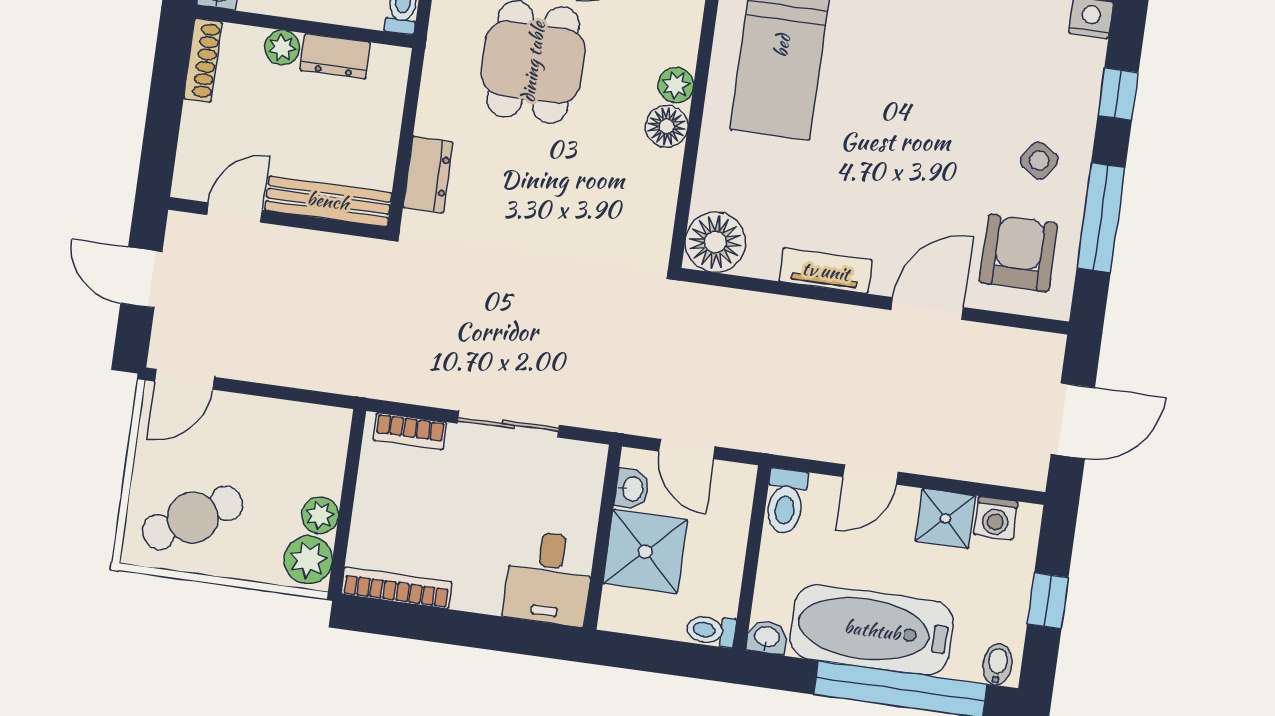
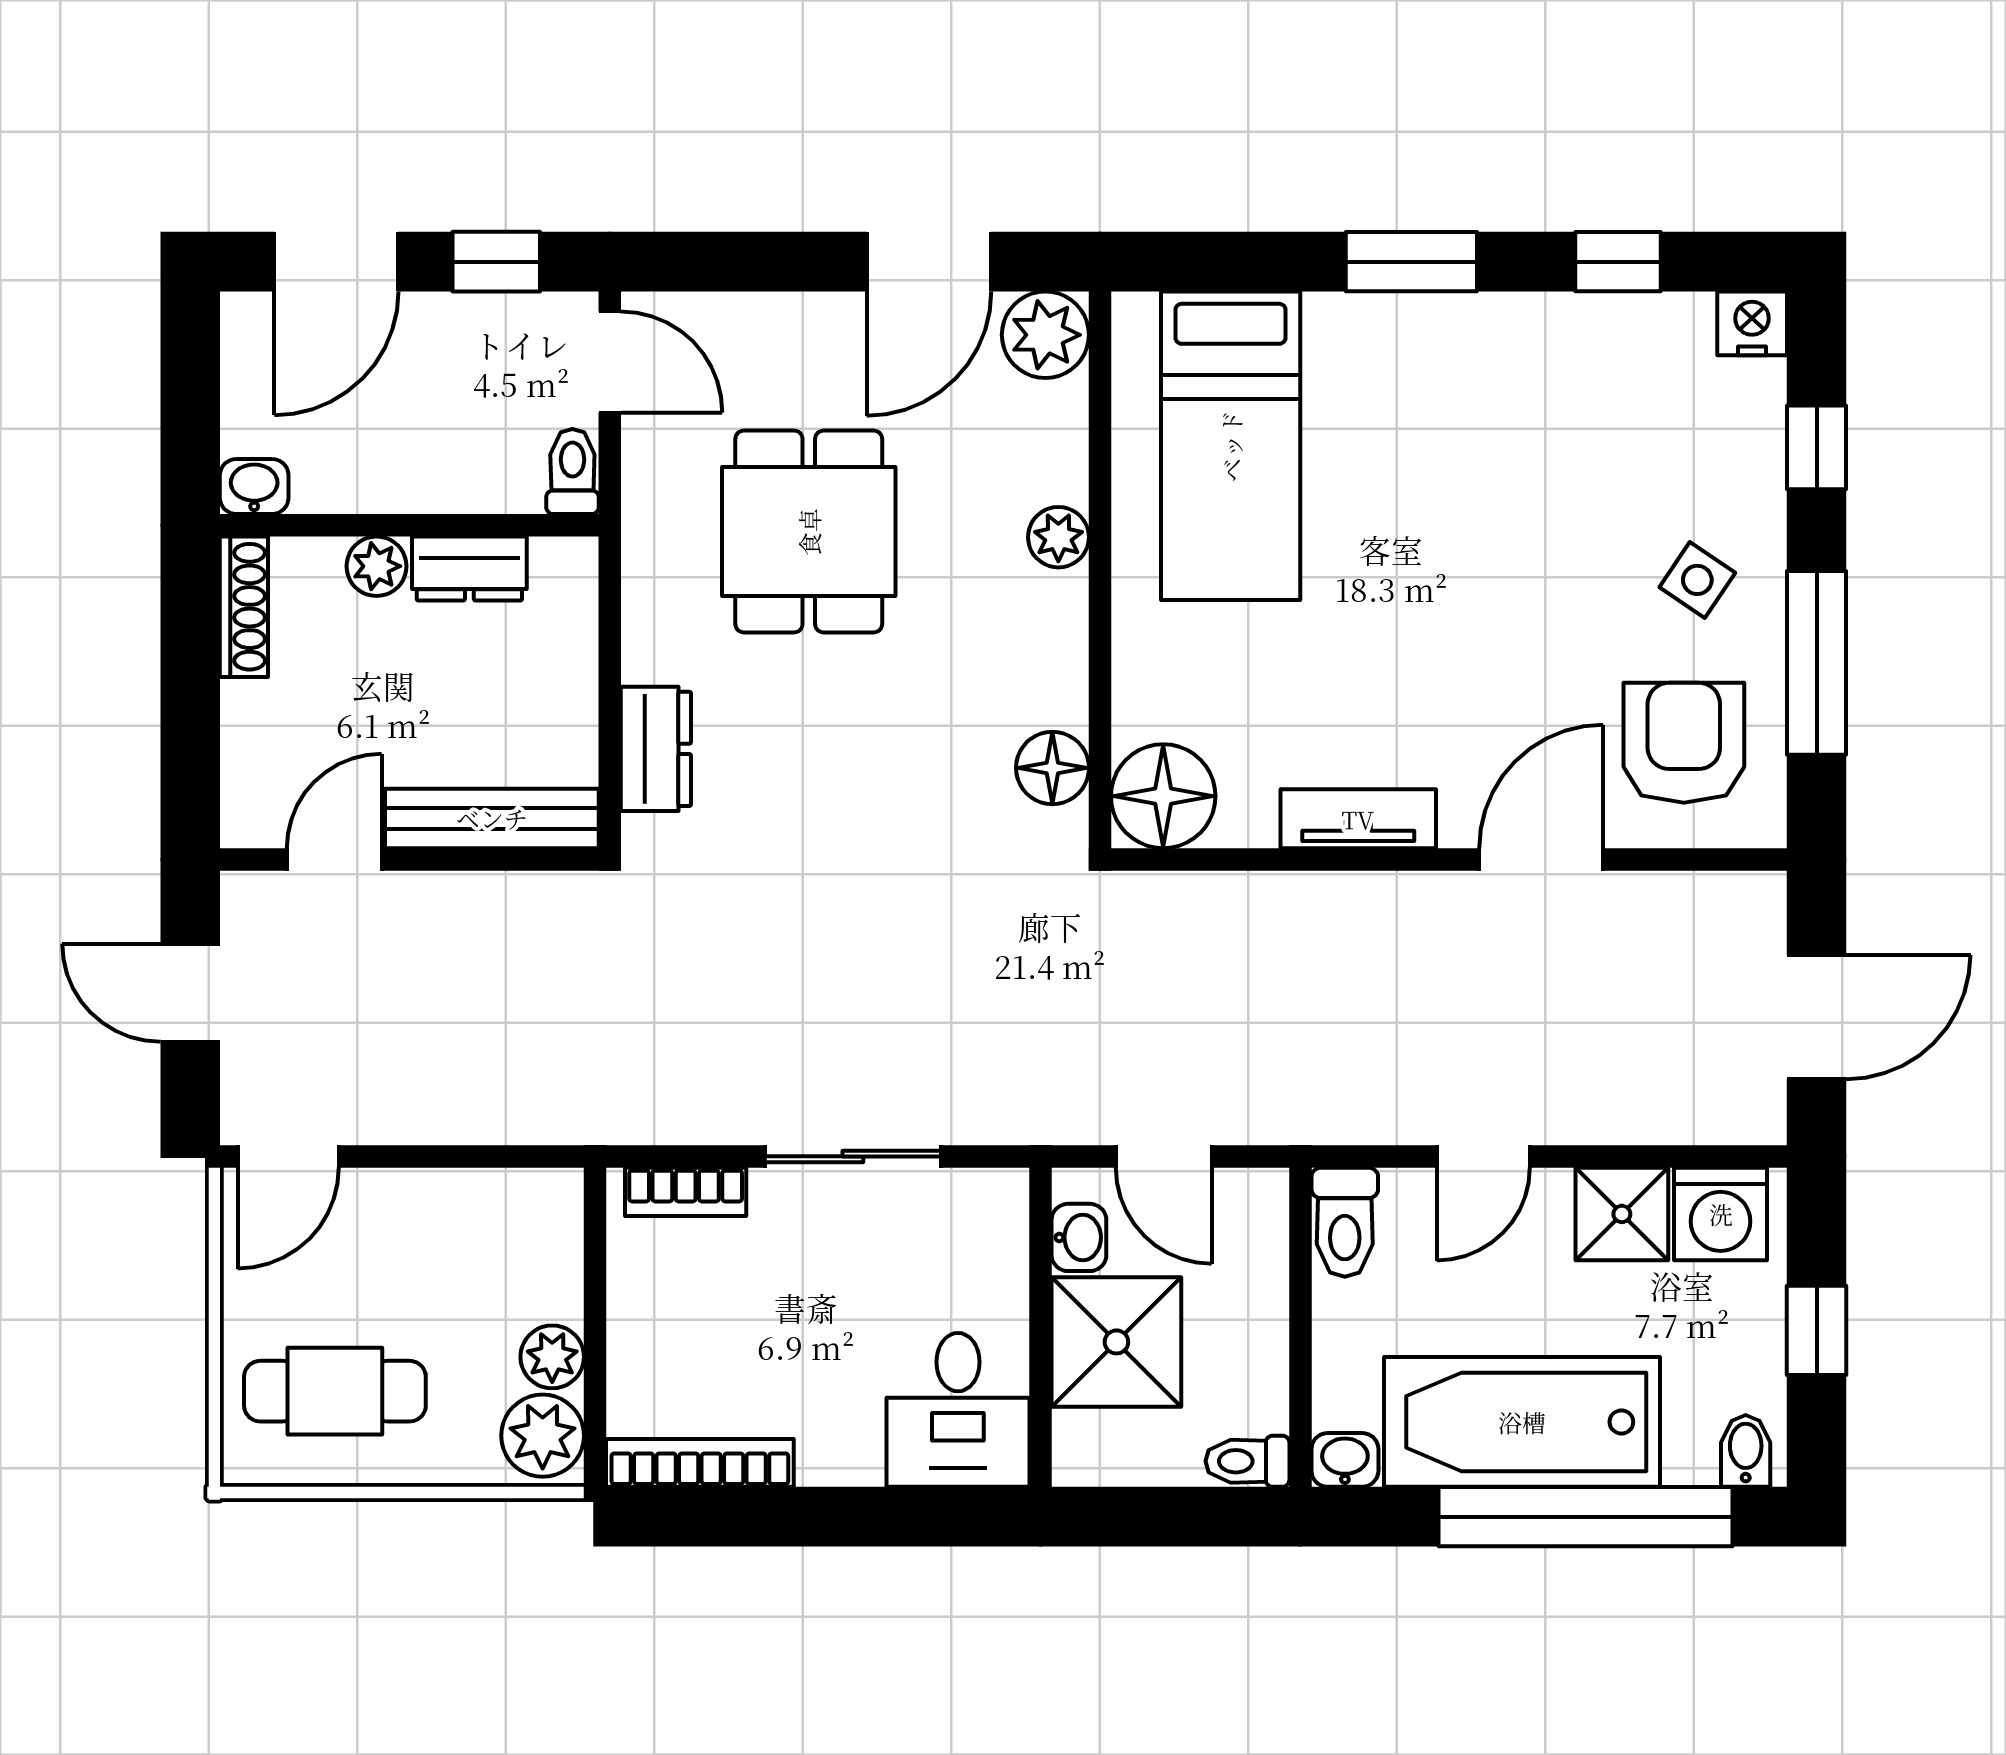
floor lamp: (667, 126) -> (1052, 768), moved
cafe table: (193, 518) -> (335, 1391), turned 31
washing machine: (996, 518) -> (1721, 1214), width x1.38, depth x1.38

